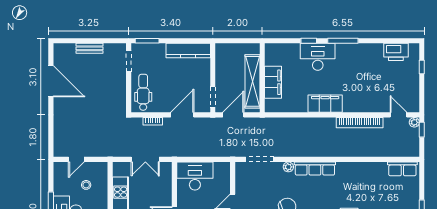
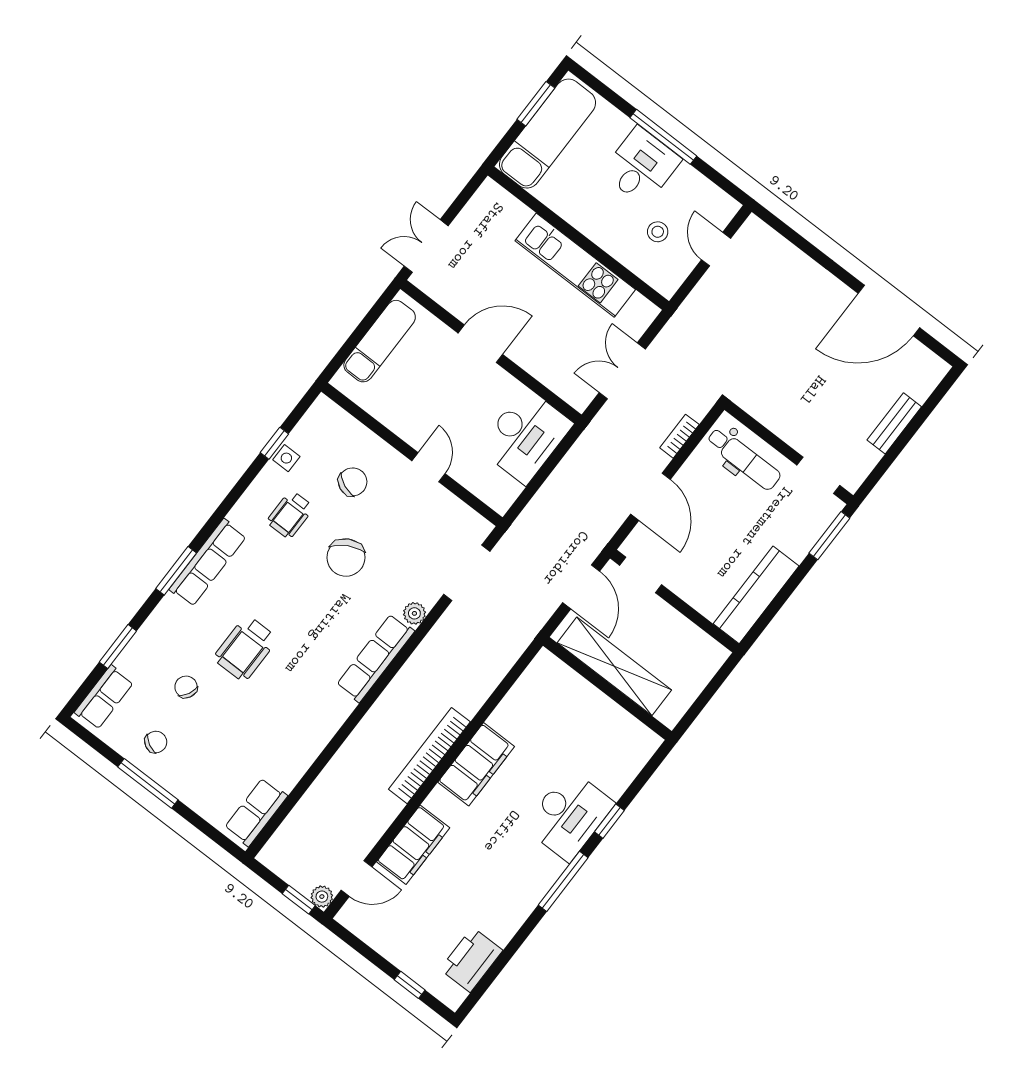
filing cabinet: (273, 82) -> (413, 845), moved, turned -90
bookcase: (360, 123) -> (429, 756), moved

